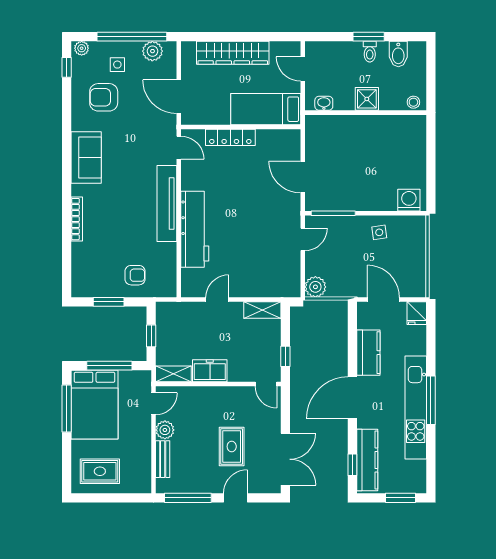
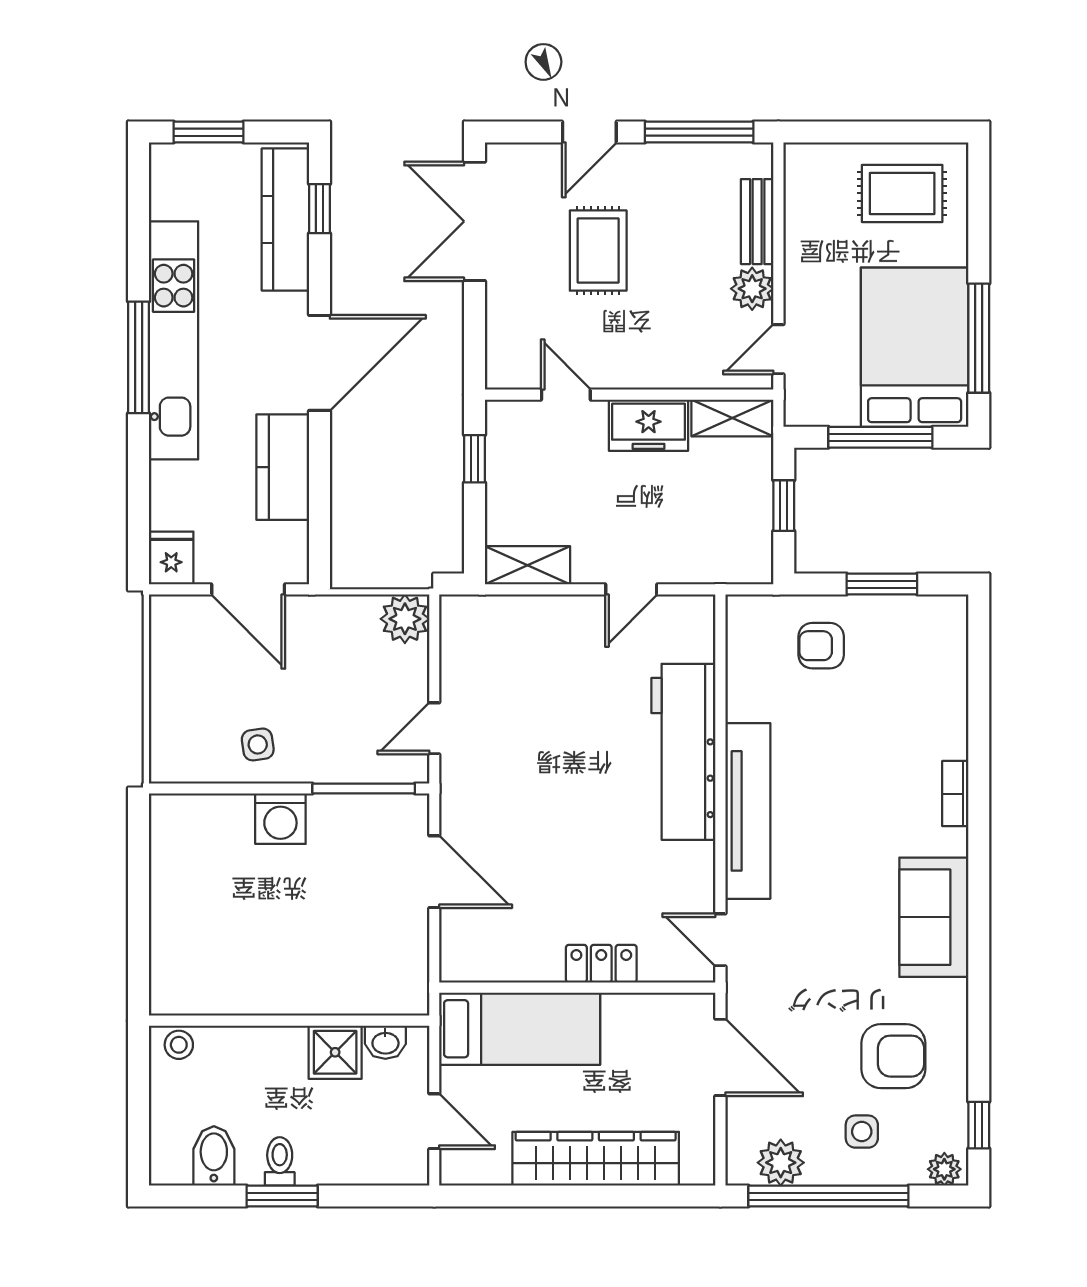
shower: (367, 99) -> (335, 1052), moved
locker: (230, 137) -> (601, 964), width x0.66
washing machine: (409, 200) -> (280, 819), moved
bookcase: (77, 219) -> (955, 794), width x0.64
door: (266, 384) -> (566, 395), moved

